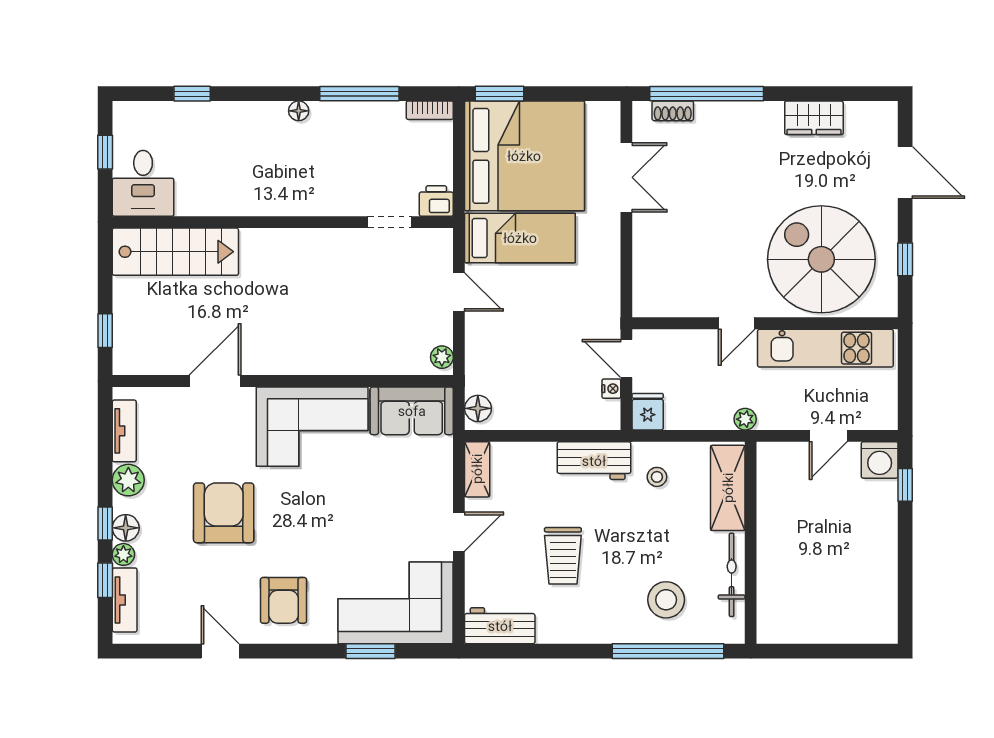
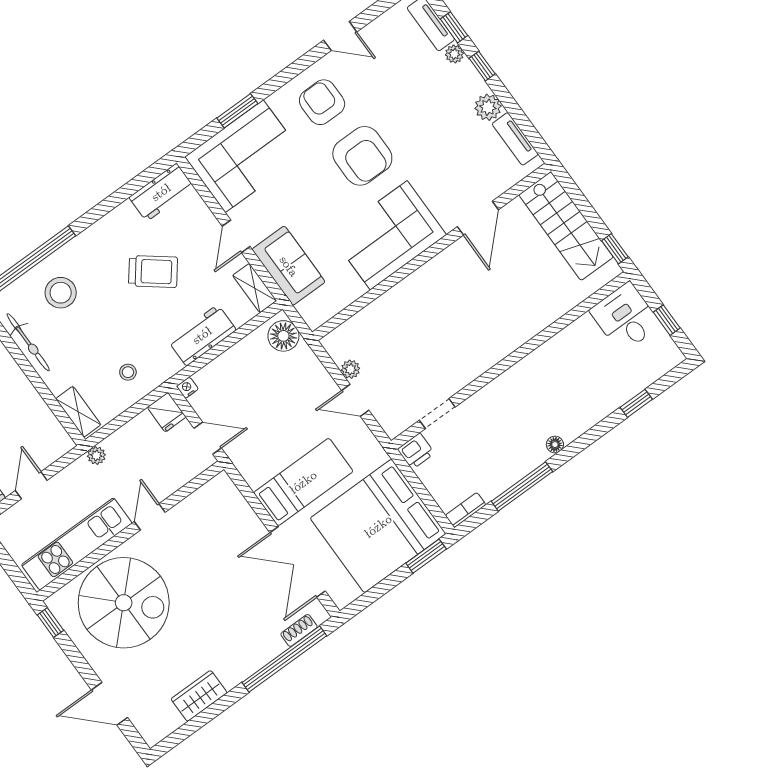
double door: (626, 177) -> (298, 562), width x1.37
bed: (520, 238) -> (303, 482), moved, turned 180
stairs: (175, 252) -> (566, 226), moved, turned -90
window: (905, 259) -> (50, 623), moved
window: (105, 331) -> (615, 249), moved
plant: (442, 357) -> (351, 369), moved
nightstand: (611, 389) -> (187, 388), moved, turned 90
floor lamp: (478, 408) -> (283, 336), width x1.38, depth x1.38
sofa: (412, 411) -> (289, 266), moved, turned 90
workbench: (594, 461) -> (202, 335), moved
shelving: (728, 488) -> (78, 412), width x0.67, depth x0.75
armchair: (224, 513) -> (362, 156), moved
floor lamp: (126, 528) -> (466, 73), removed
trolley: (563, 556) -> (153, 272), turned 128

